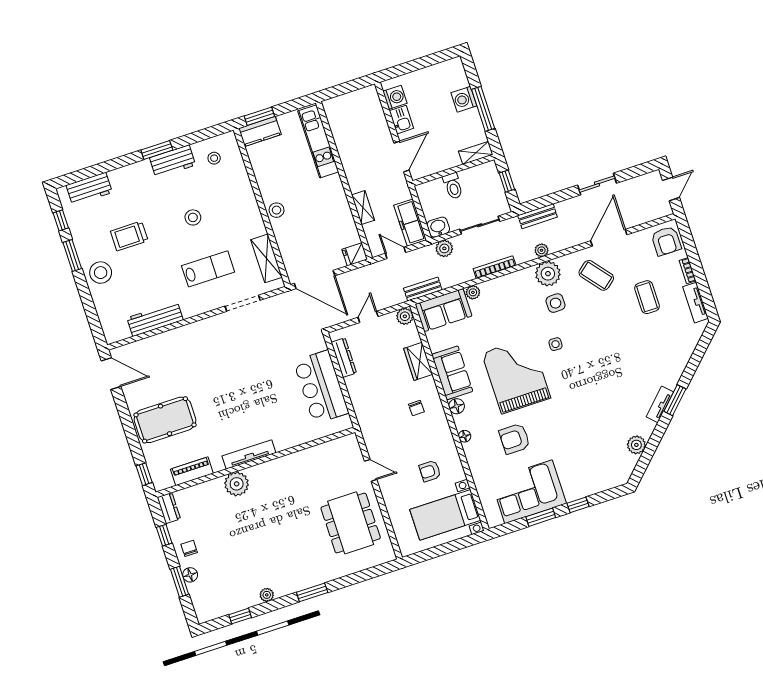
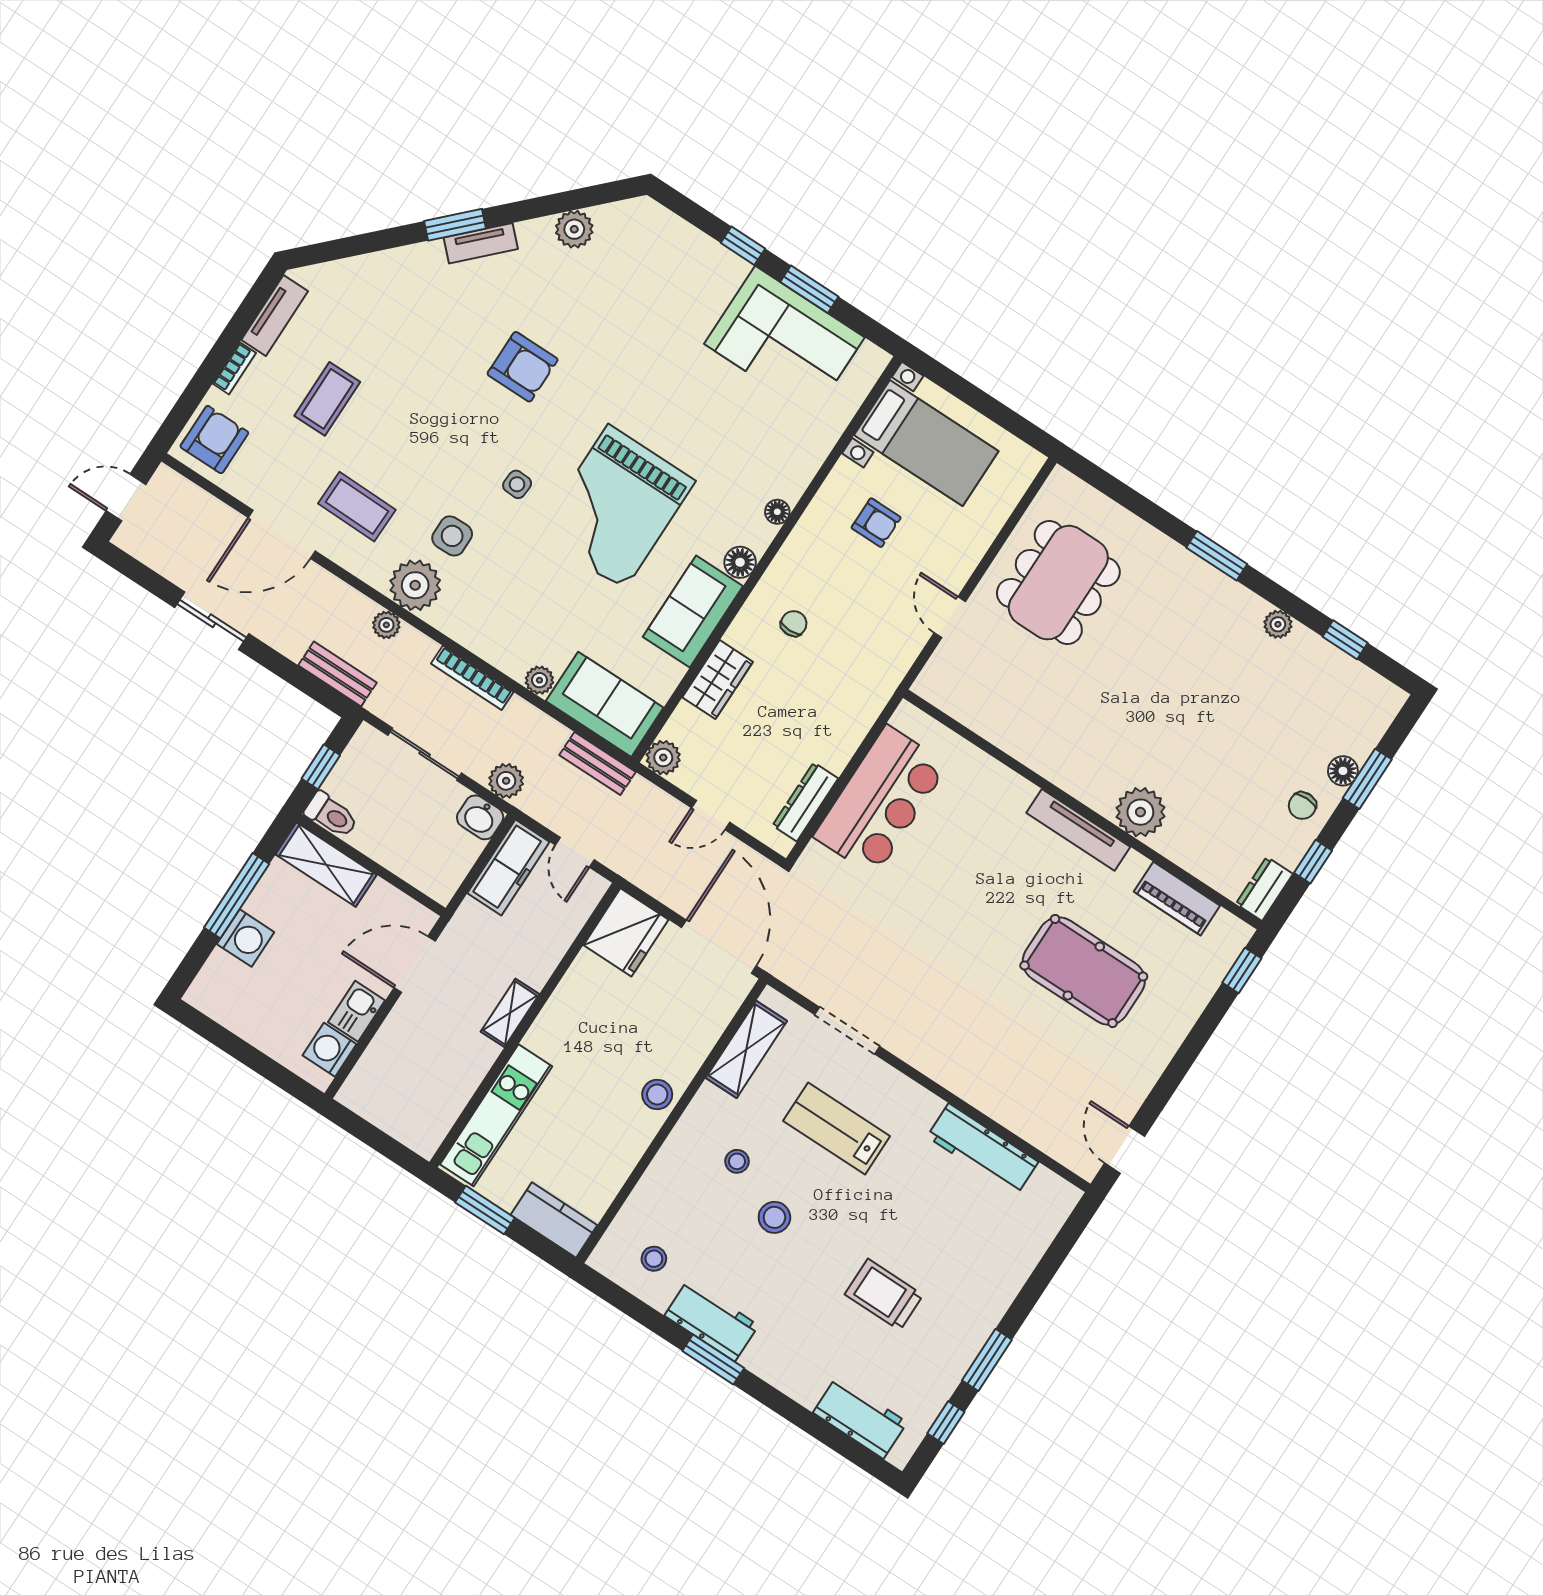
window: (259, 116) -> (485, 1210), moved
shelving: (476, 153) -> (326, 865), width x1.50, depth x1.33
toilet: (453, 186) -> (331, 815), moved, turned 90
shelving: (363, 208) -> (510, 1013), moved
trolley: (129, 236) -> (884, 1295), turned 180
fridge: (355, 254) -> (626, 932), width x1.88, depth x1.34
stool: (101, 273) -> (737, 1161), moved, width x0.53, depth x0.53
coffee table: (596, 275) -> (357, 507), turned -50
door: (111, 374) -> (1125, 1150), width x0.73
pool table: (165, 420) -> (1084, 971), moved
armchair: (515, 439) -> (523, 367), moved

